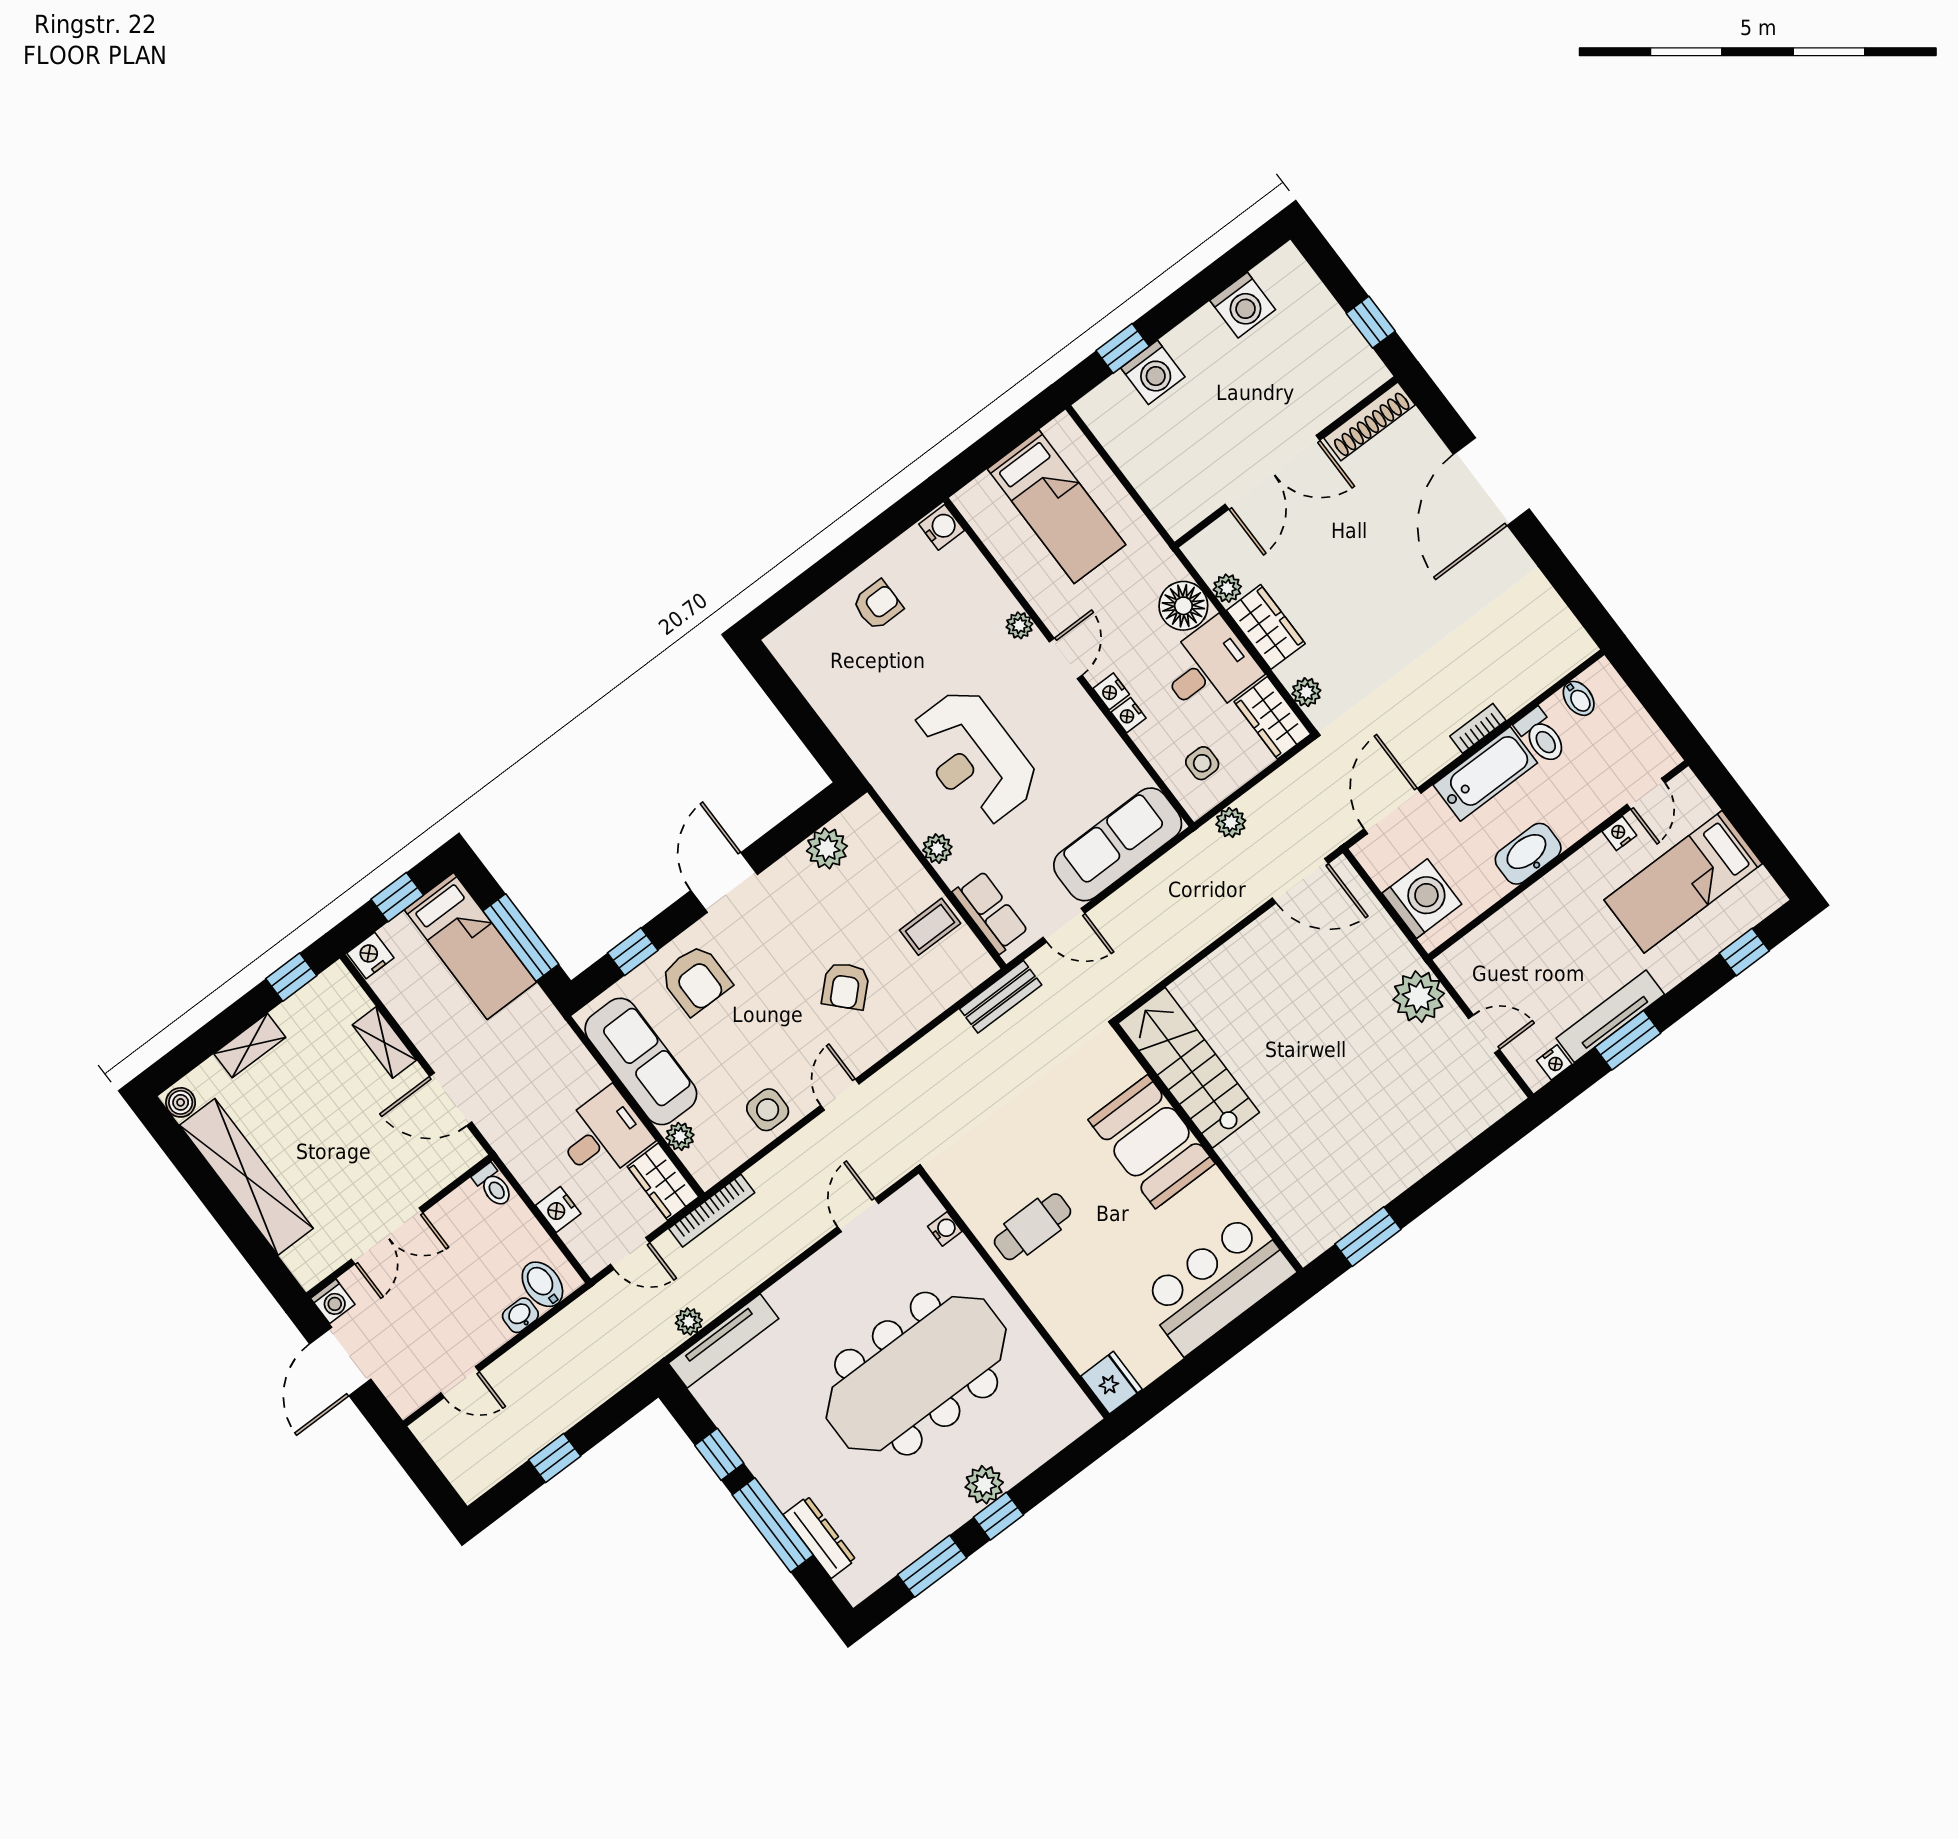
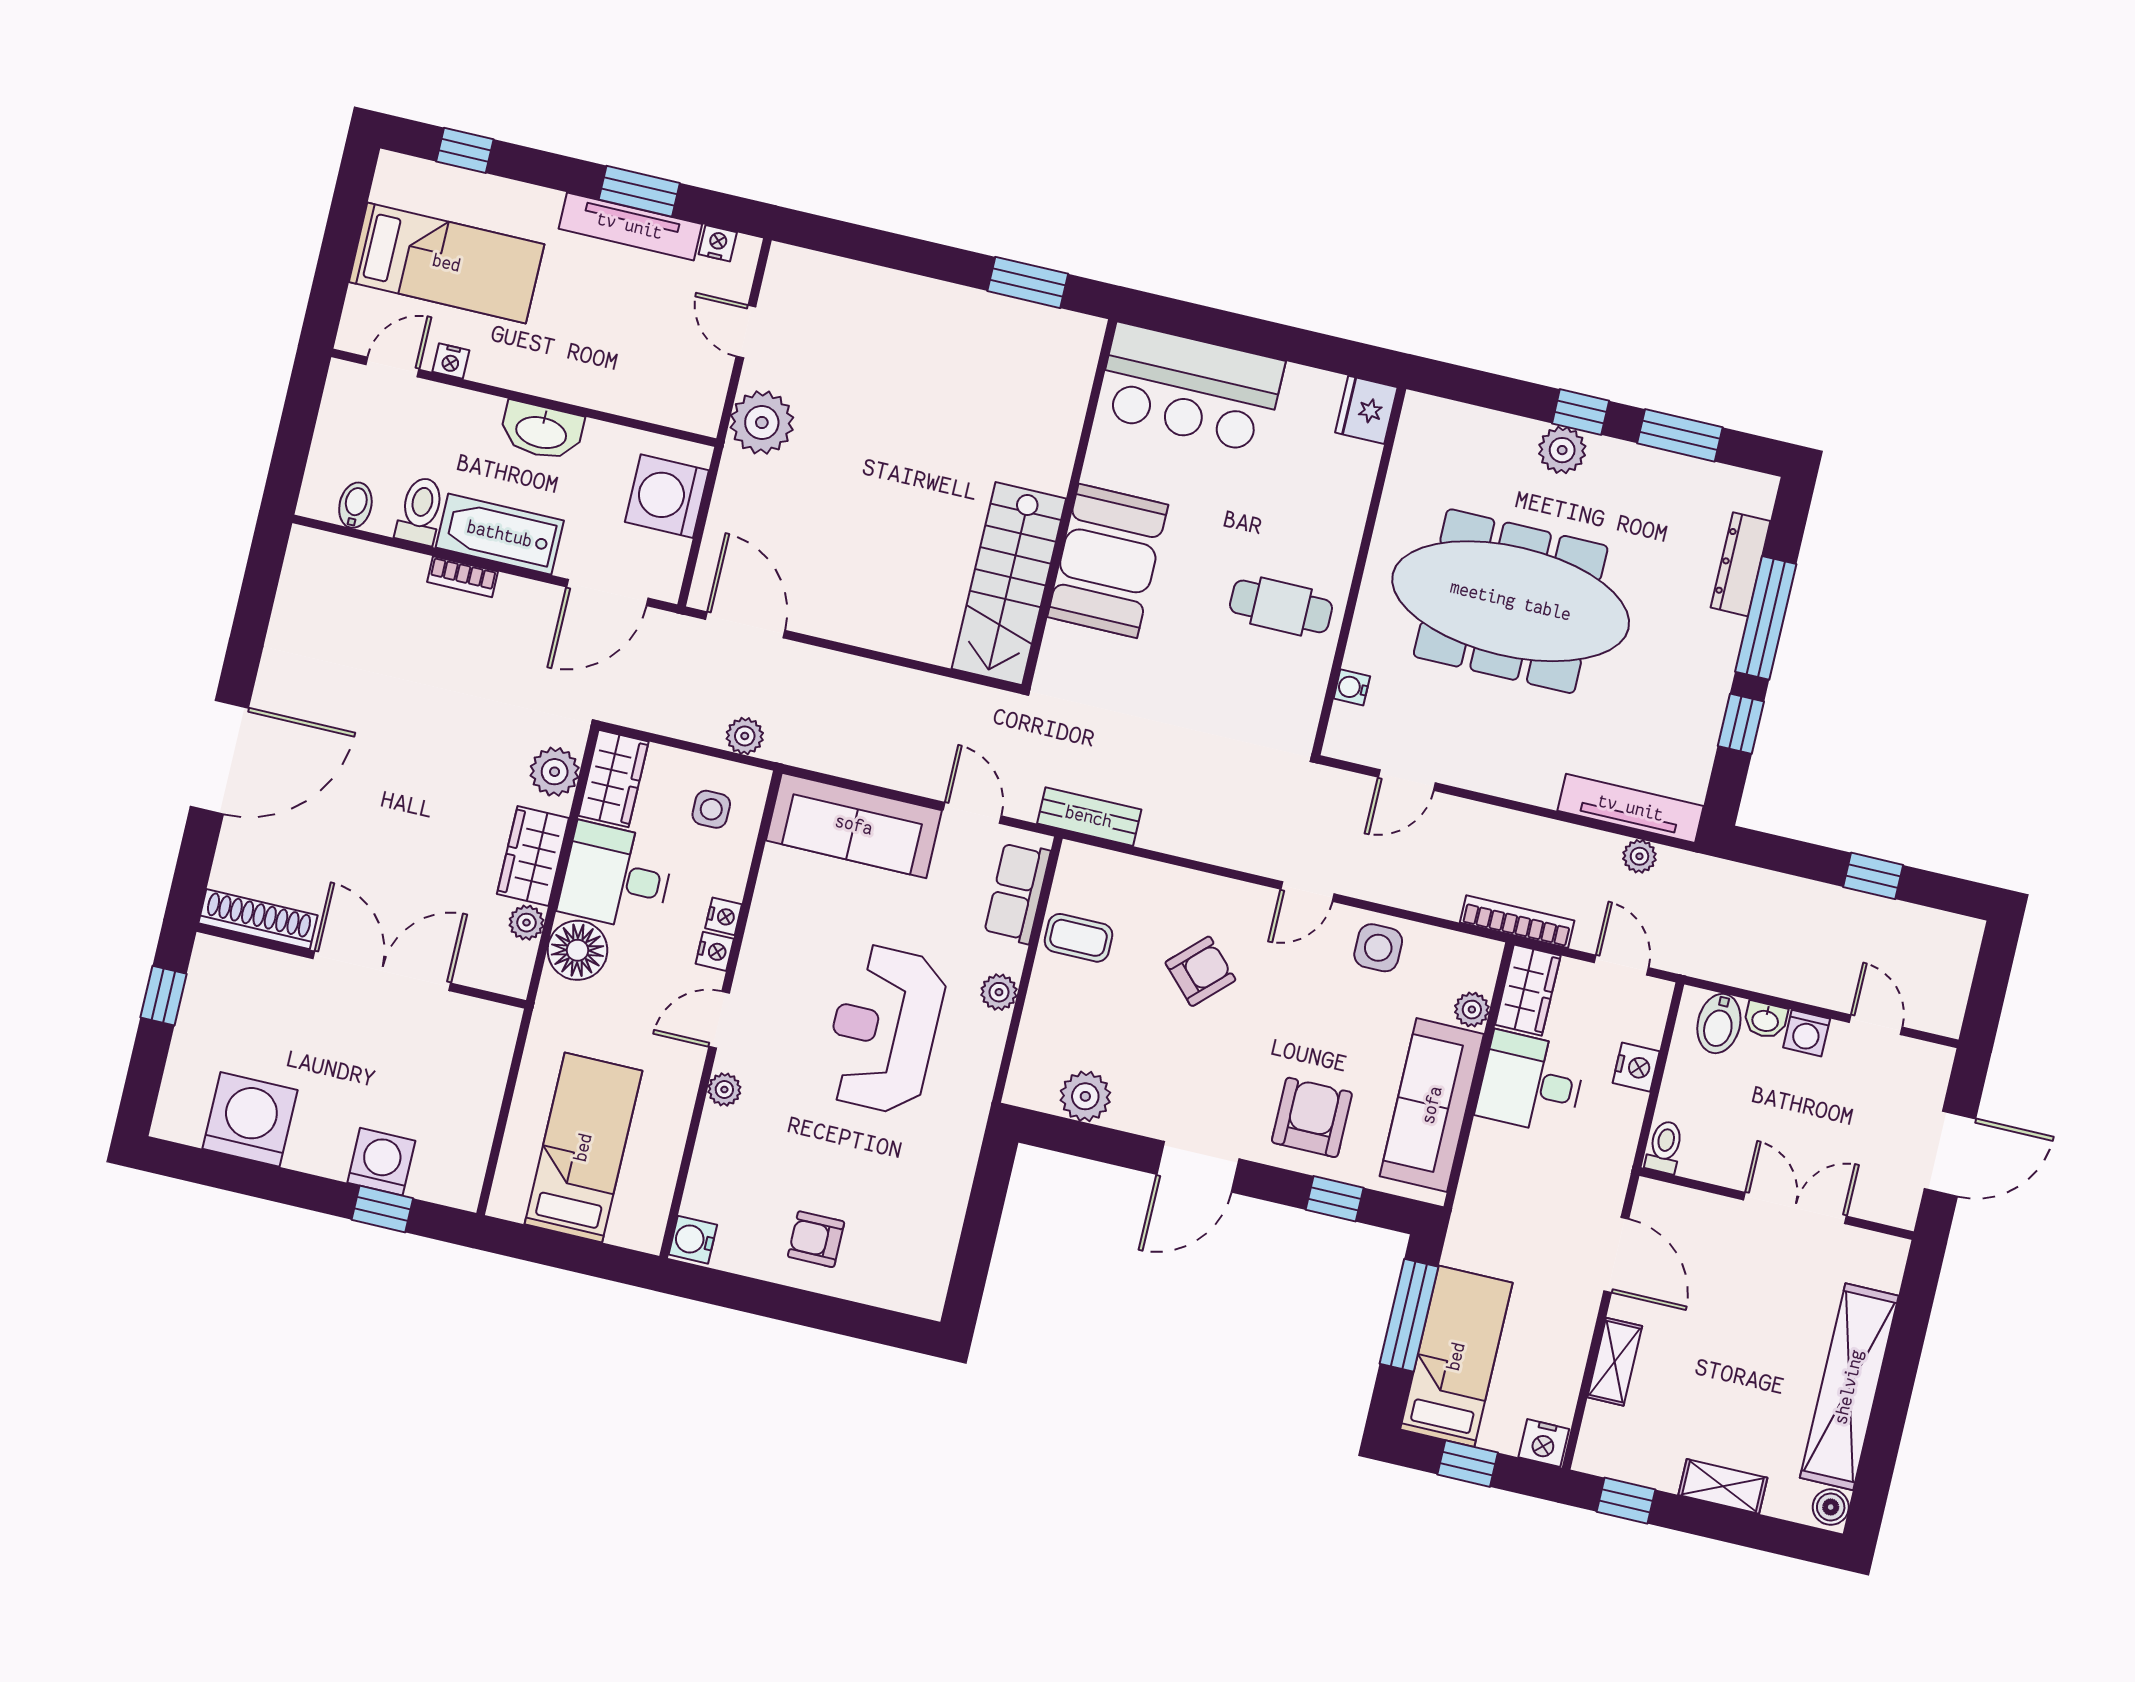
washing machine: (1243, 305) -> (250, 1119), width x1.37, depth x1.37
plant: (1306, 692) -> (555, 772), width x1.38, depth x1.38
reception desk: (974, 757) -> (884, 1029), turned 180
washing machine: (333, 1301) -> (1807, 1033), moved, turned 180

